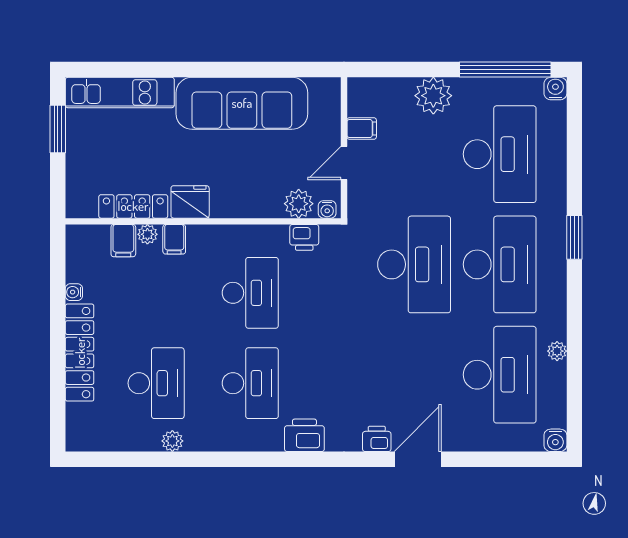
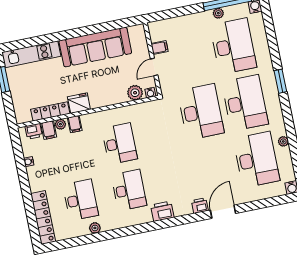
plant: (433, 96) -> (218, 13), moved, width x0.53, depth x0.53
printer: (304, 237) -> (34, 131), moved
locker: (80, 353) -> (43, 217), moved

